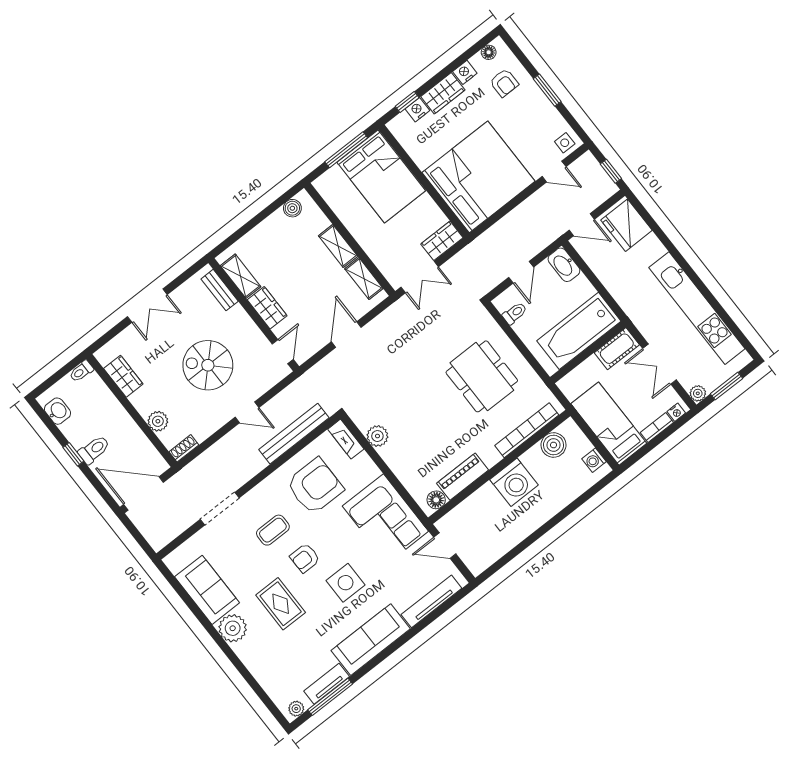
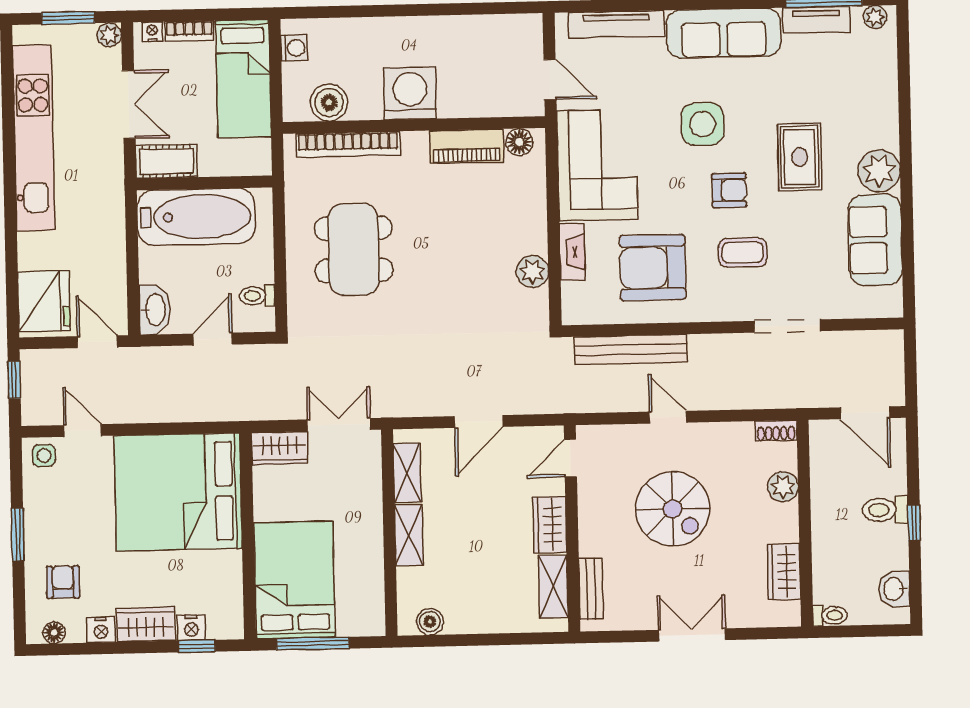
fireplace: (346, 439) -> (572, 252), moved
door: (144, 493) -> (865, 413), width x0.73

